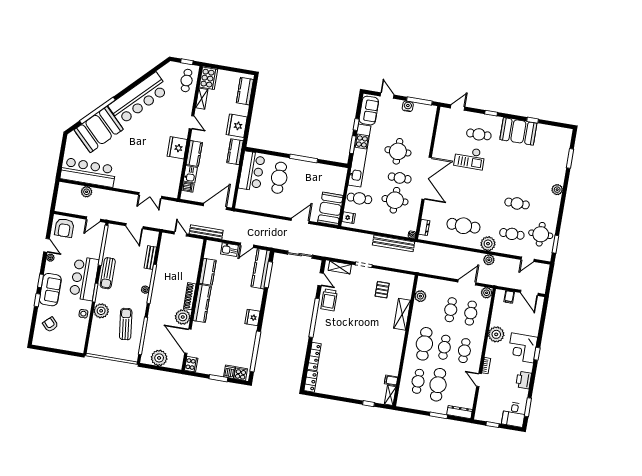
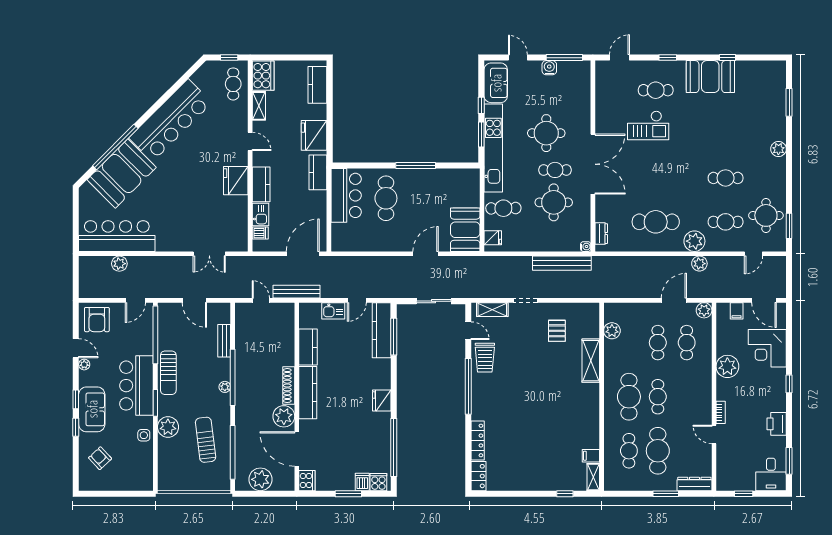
corner desk: (522, 348) -> (767, 348), moved
cafe table: (464, 351) -> (687, 397), removed

